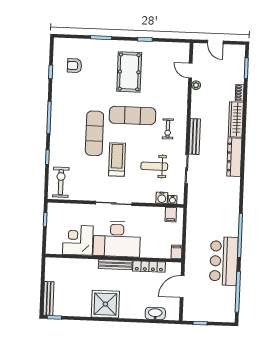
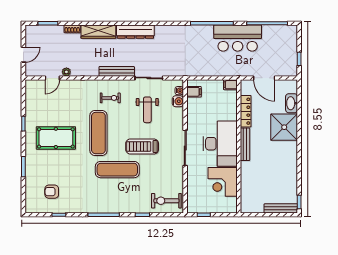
armchair: (75, 66) -> (52, 192), turned 90
shower: (105, 304) -> (284, 127), moved

